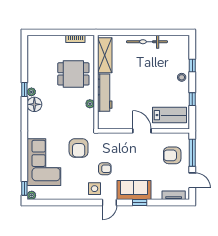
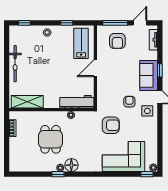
window: (192, 65) -> (24, 23), moved
dining table: (73, 74) -> (51, 139), moved
workbench: (105, 93) -> (77, 102), moved

